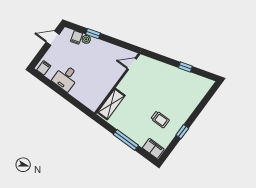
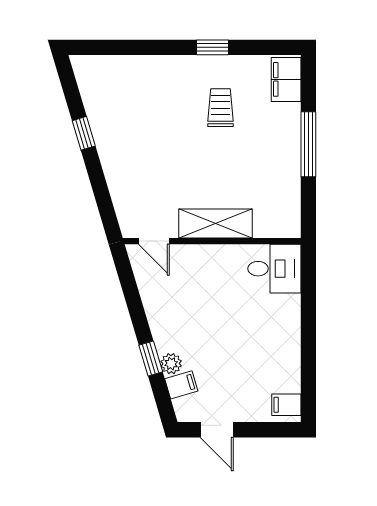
desk: (66, 78) -> (274, 269), moved
shelving: (111, 104) -> (216, 223), moved

